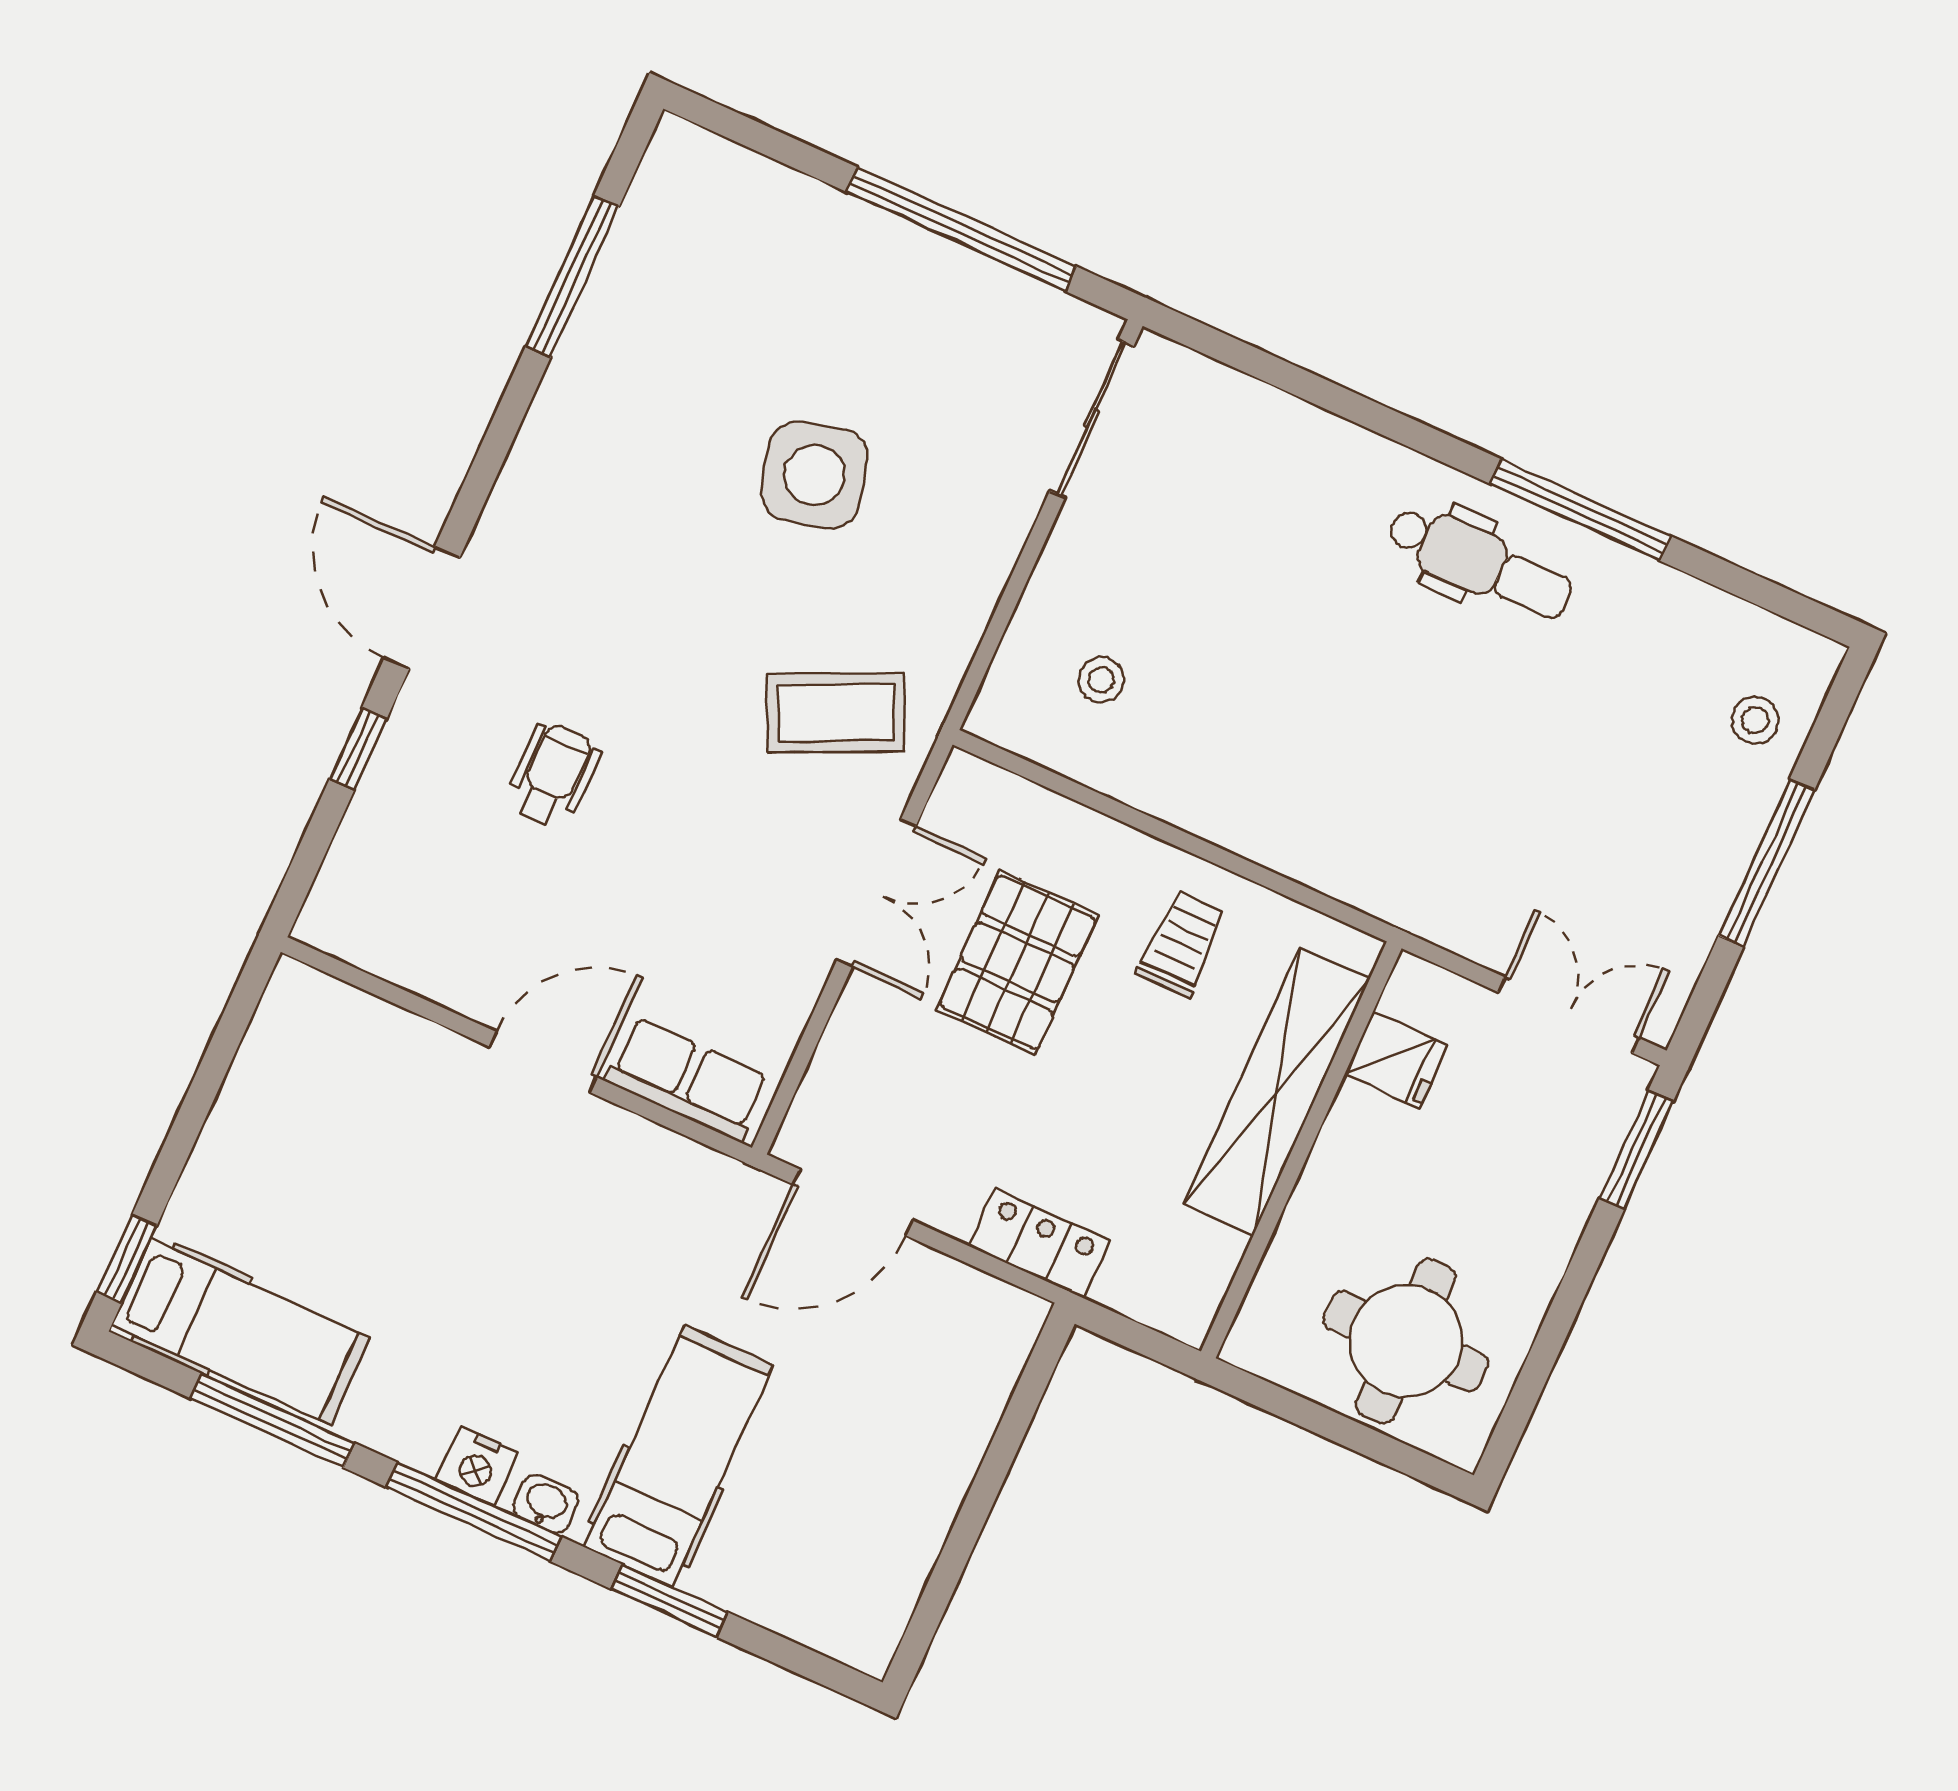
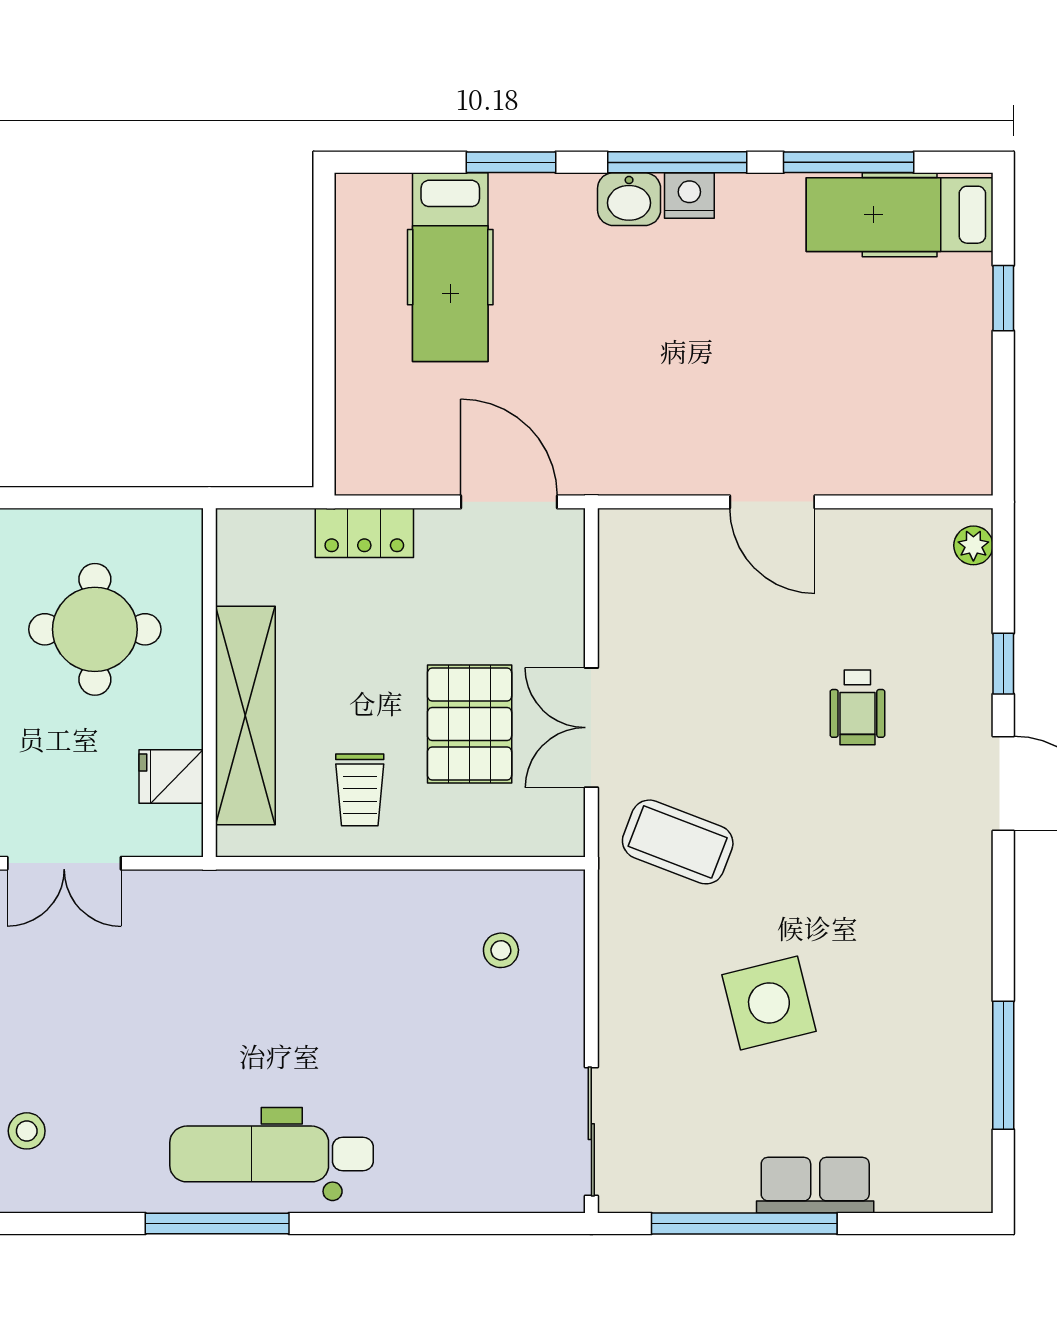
dental chair: (1480, 563) -> (272, 1154), width x1.36, depth x1.38
coffee table: (836, 713) -> (678, 842), turned 46
plant: (330, 904) -> (973, 545), added
door: (543, 1062) -> (772, 502), hinge flipped
row of seats: (688, 1079) -> (815, 1185), moved, turned 180
door: (853, 1202) -> (509, 502), hinge flipped
window: (127, 1259) -> (1003, 298), moved
round table: (1406, 1341) -> (95, 629), moved
hospital bed: (678, 1456) -> (450, 267), moved
washbasin: (546, 1504) -> (629, 199), width x1.38, depth x1.45

